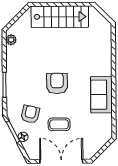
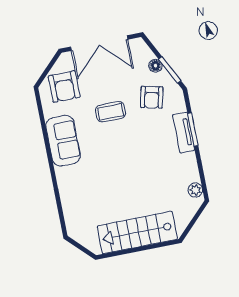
armchair: (57, 83) -> (64, 87), moved
tv unit: (12, 84) -> (184, 133), added
coffee table: (59, 124) -> (111, 112), moved

